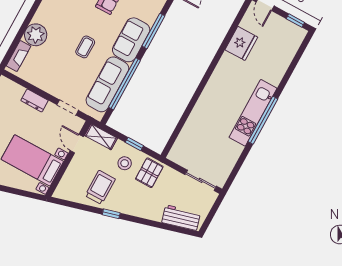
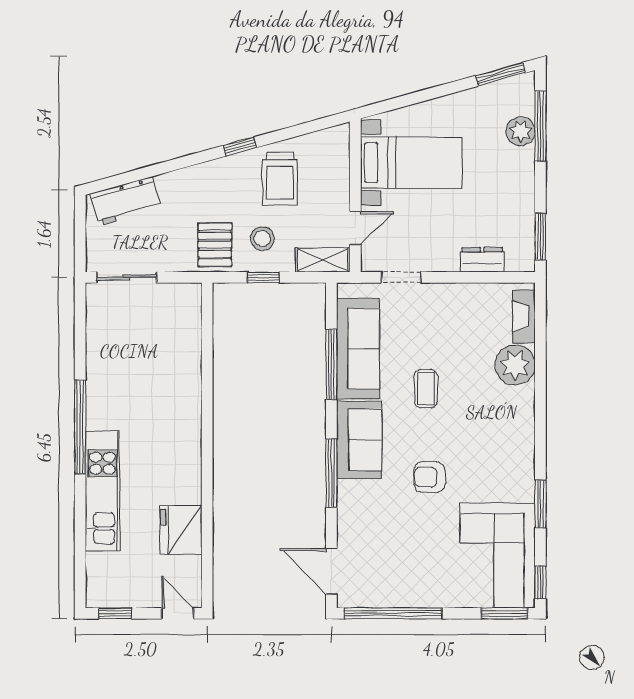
window: (125, 84) -> (331, 364), width x0.68
dresser: (35, 100) -> (482, 260), moved
kitchen unit: (253, 113) -> (102, 491), moved
door: (77, 144) -> (355, 228), hinge flipped

